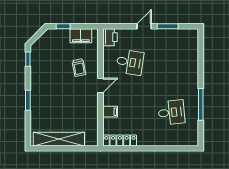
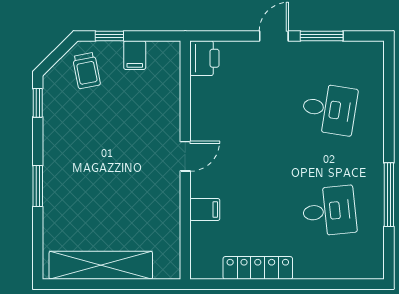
filing cabinet: (81, 36) -> (135, 55), width x0.50
desk: (130, 62) -> (329, 109), moved
trolley: (79, 68) -> (87, 71), moved
locker: (120, 140) -> (258, 268), moved

